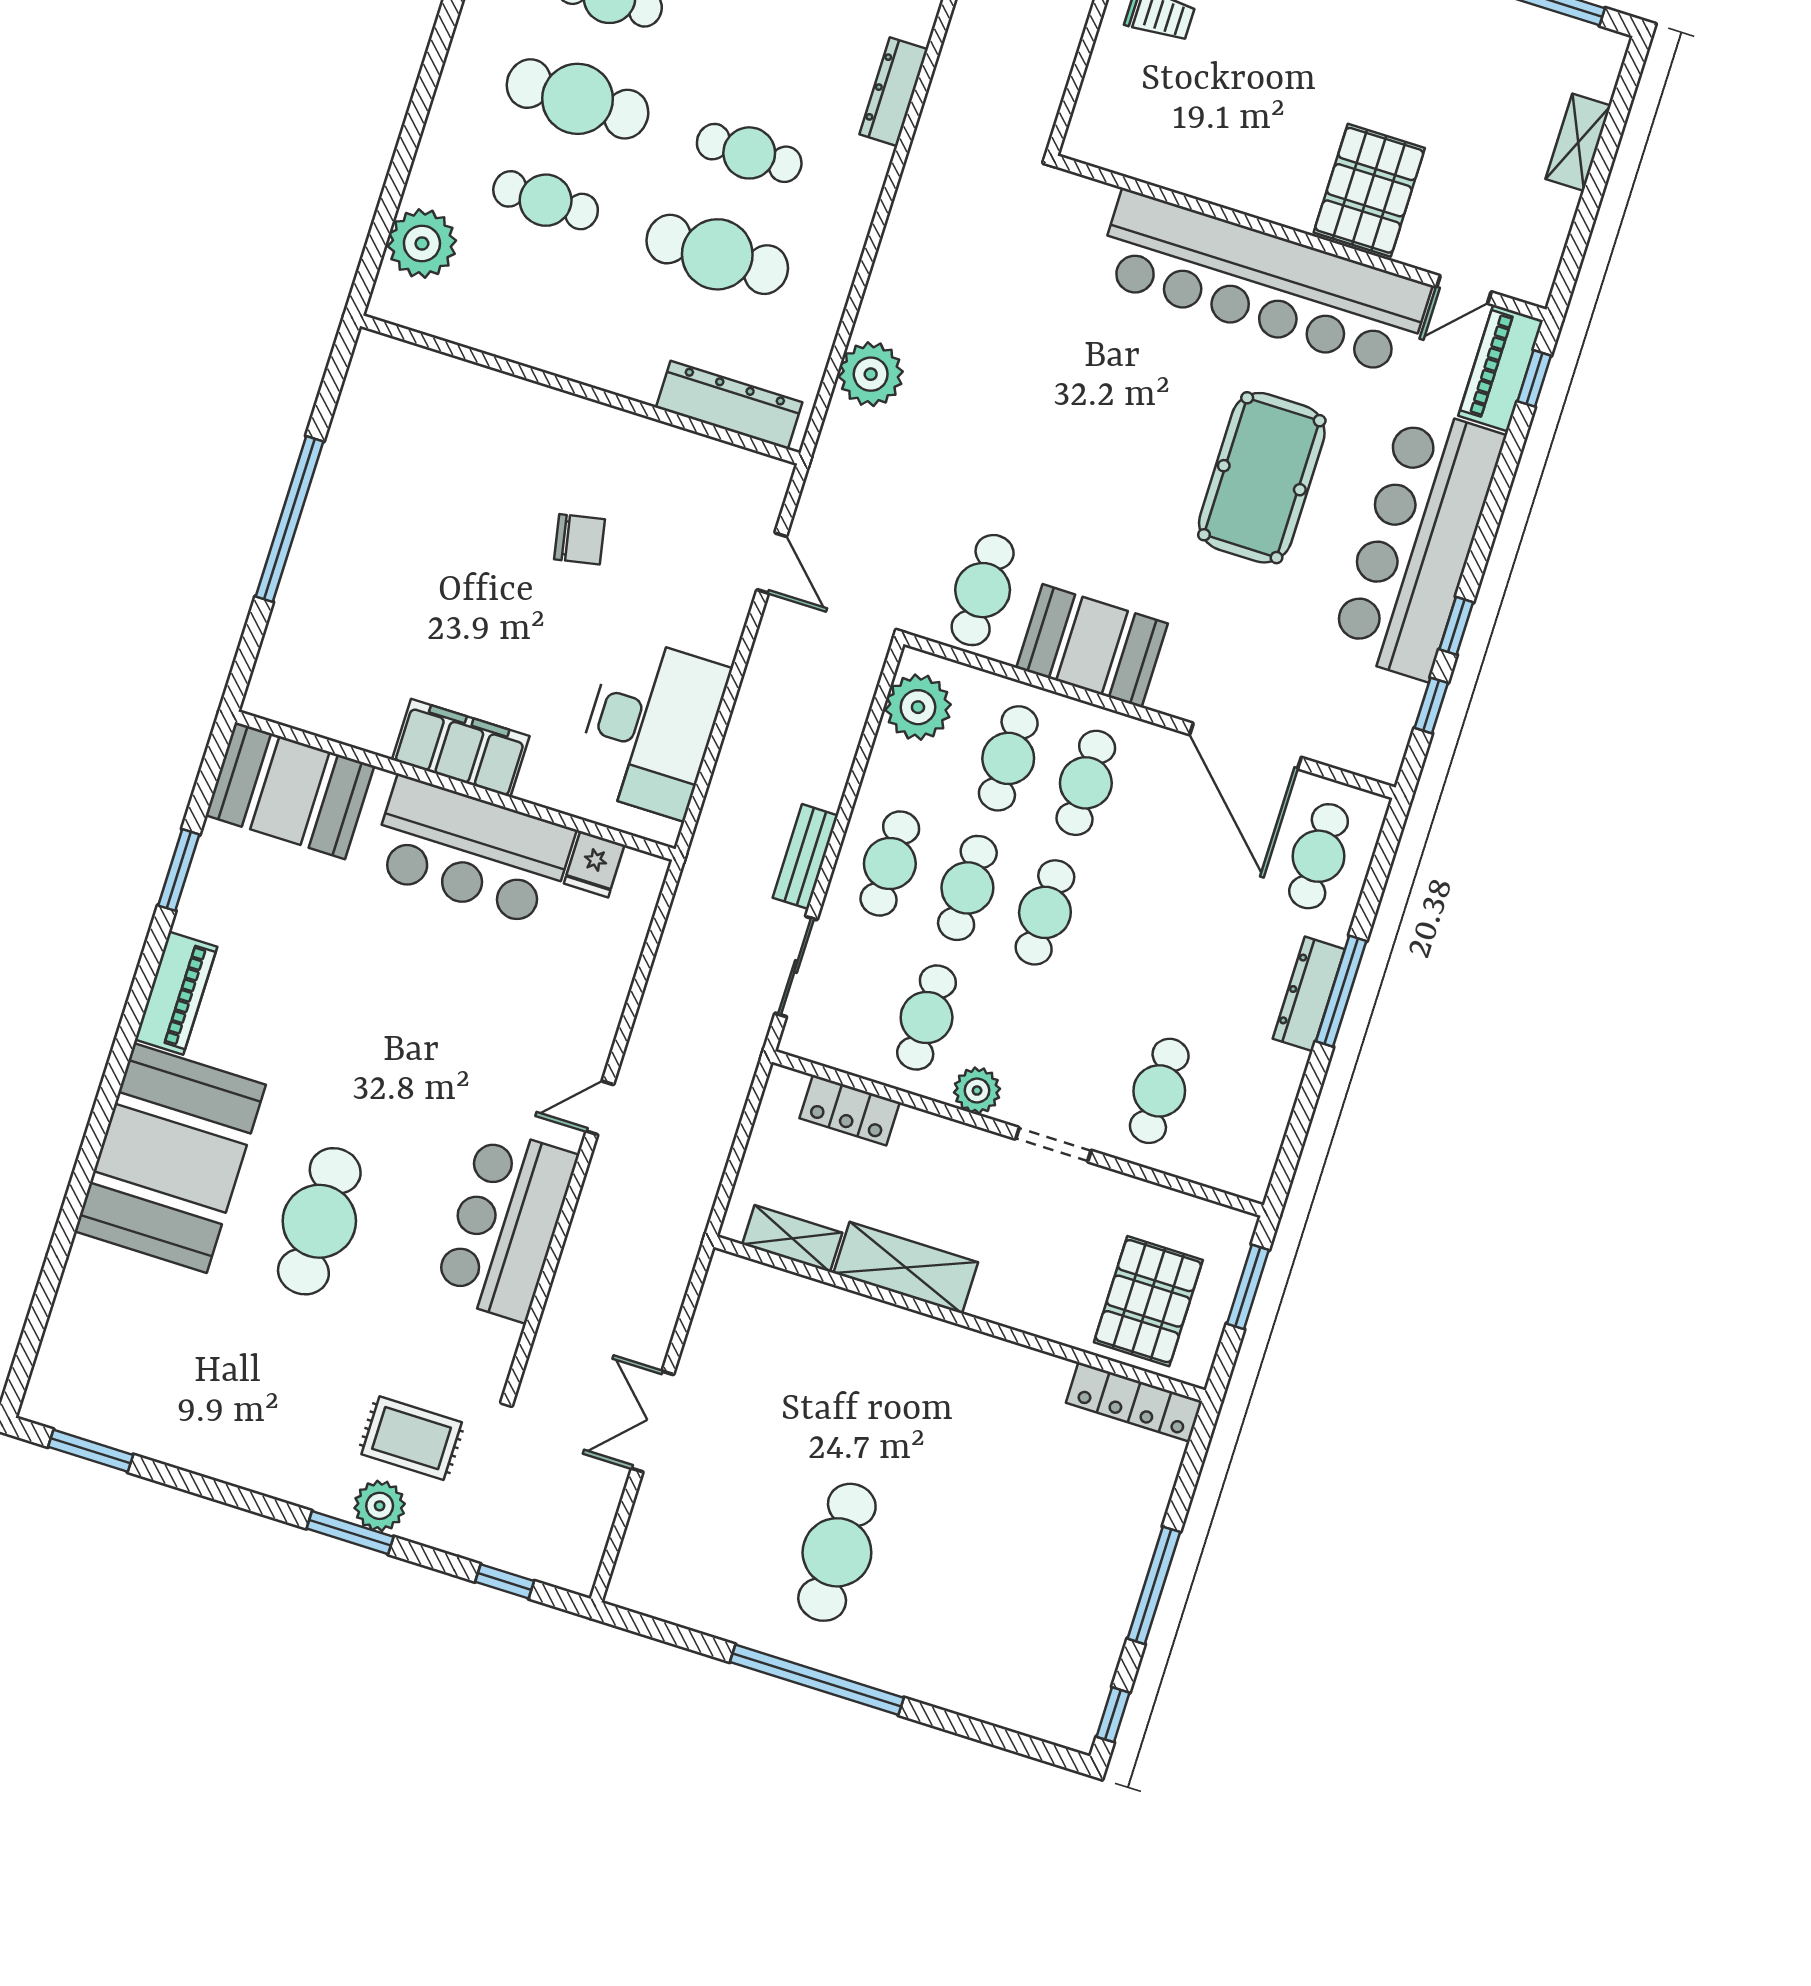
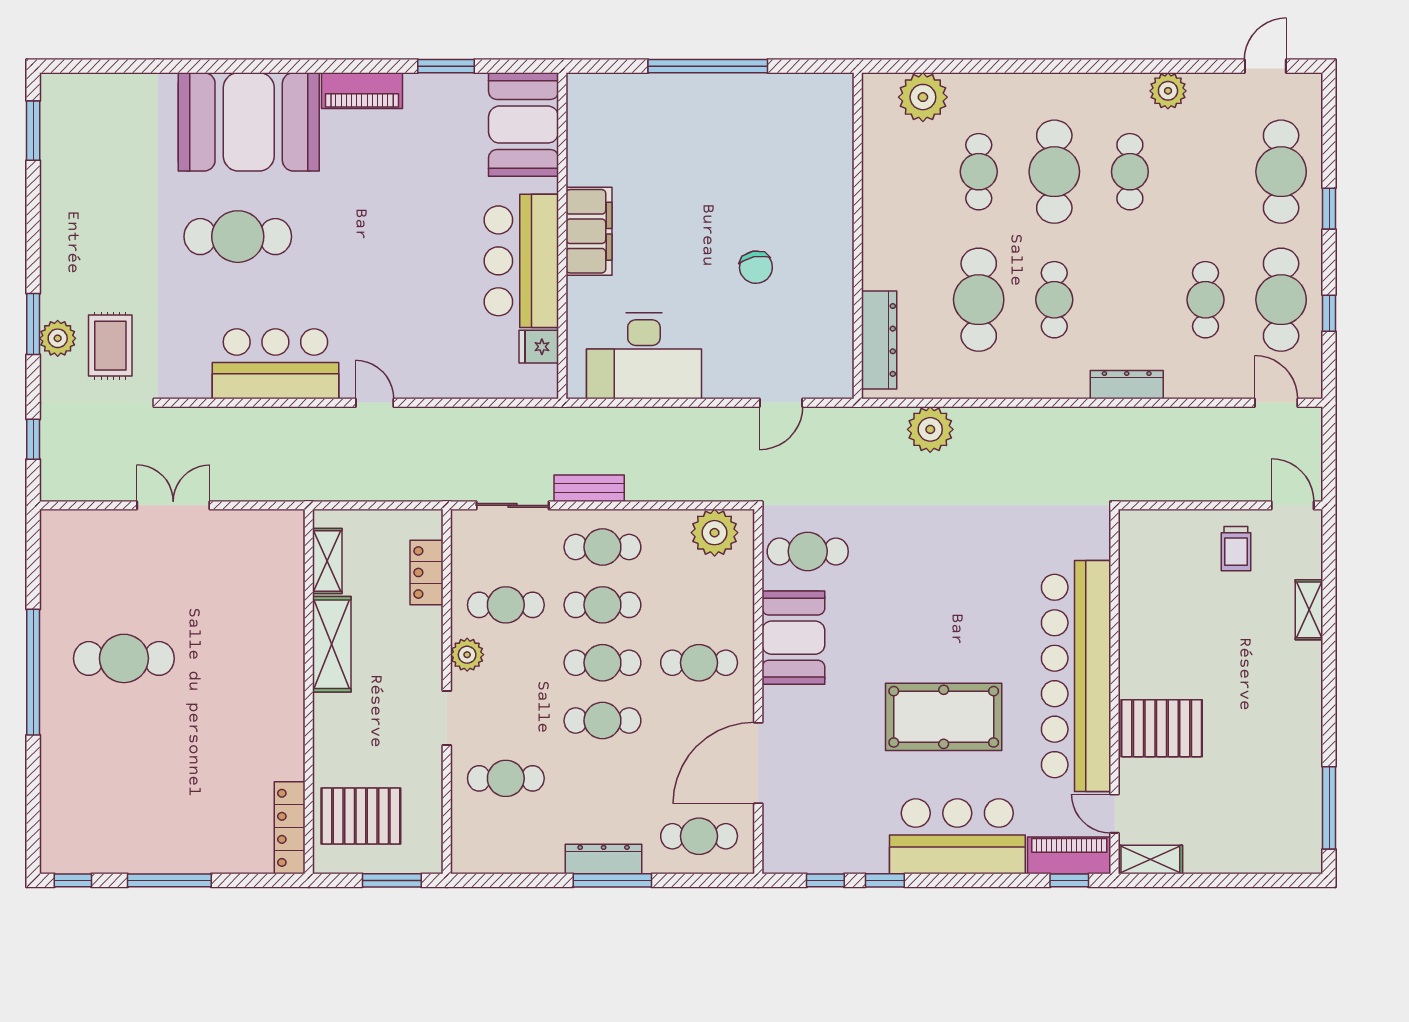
shelving: (1578, 142) -> (1150, 860), moved
bar counter: (1417, 543) -> (957, 836), width x0.73
cafe table: (1008, 758) -> (602, 721), moved

